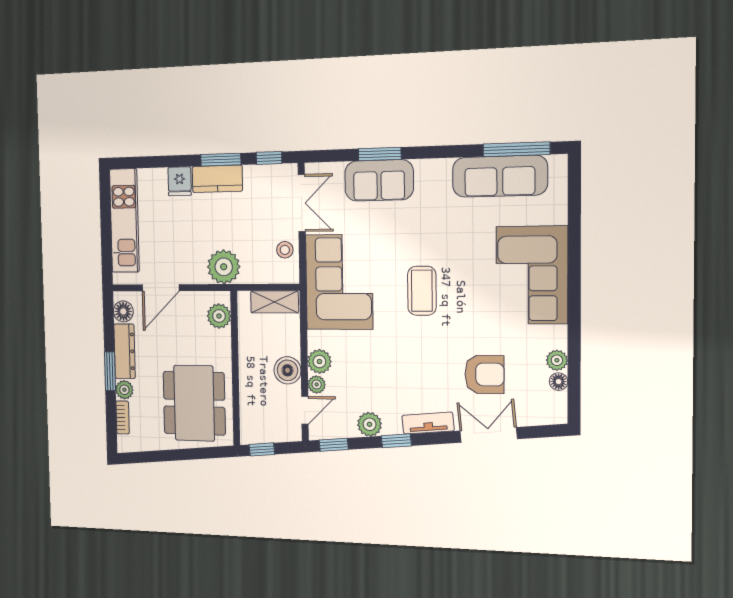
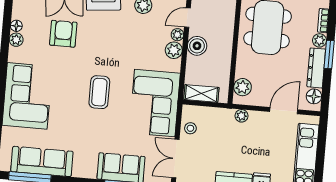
plant: (224, 267) -> (241, 116), width x0.53, depth x0.53
armchair: (484, 374) -> (63, 34), turned 90

